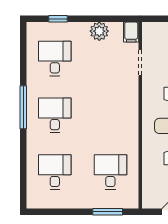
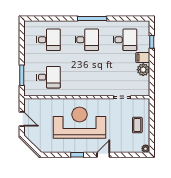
filing cabinet: (131, 32) -> (143, 57), moved

